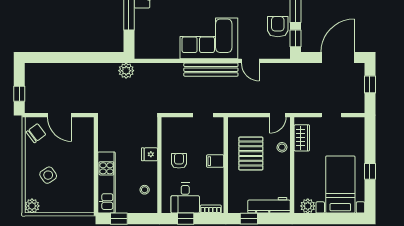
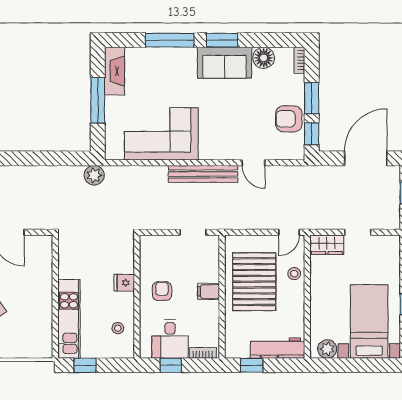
armchair: (278, 27) -> (289, 119), turned -90
corner sofa: (209, 38) -> (161, 134), moved
wardrobe: (302, 138) -> (327, 245), moved, turned 90
pallet: (251, 154) -> (254, 282), width x1.37, depth x1.41

